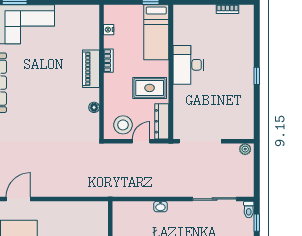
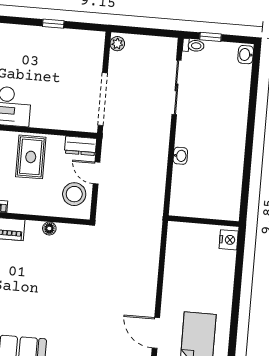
window: (257, 76) -> (53, 24), moved
dresser: (162, 121) -> (80, 146), width x0.70

